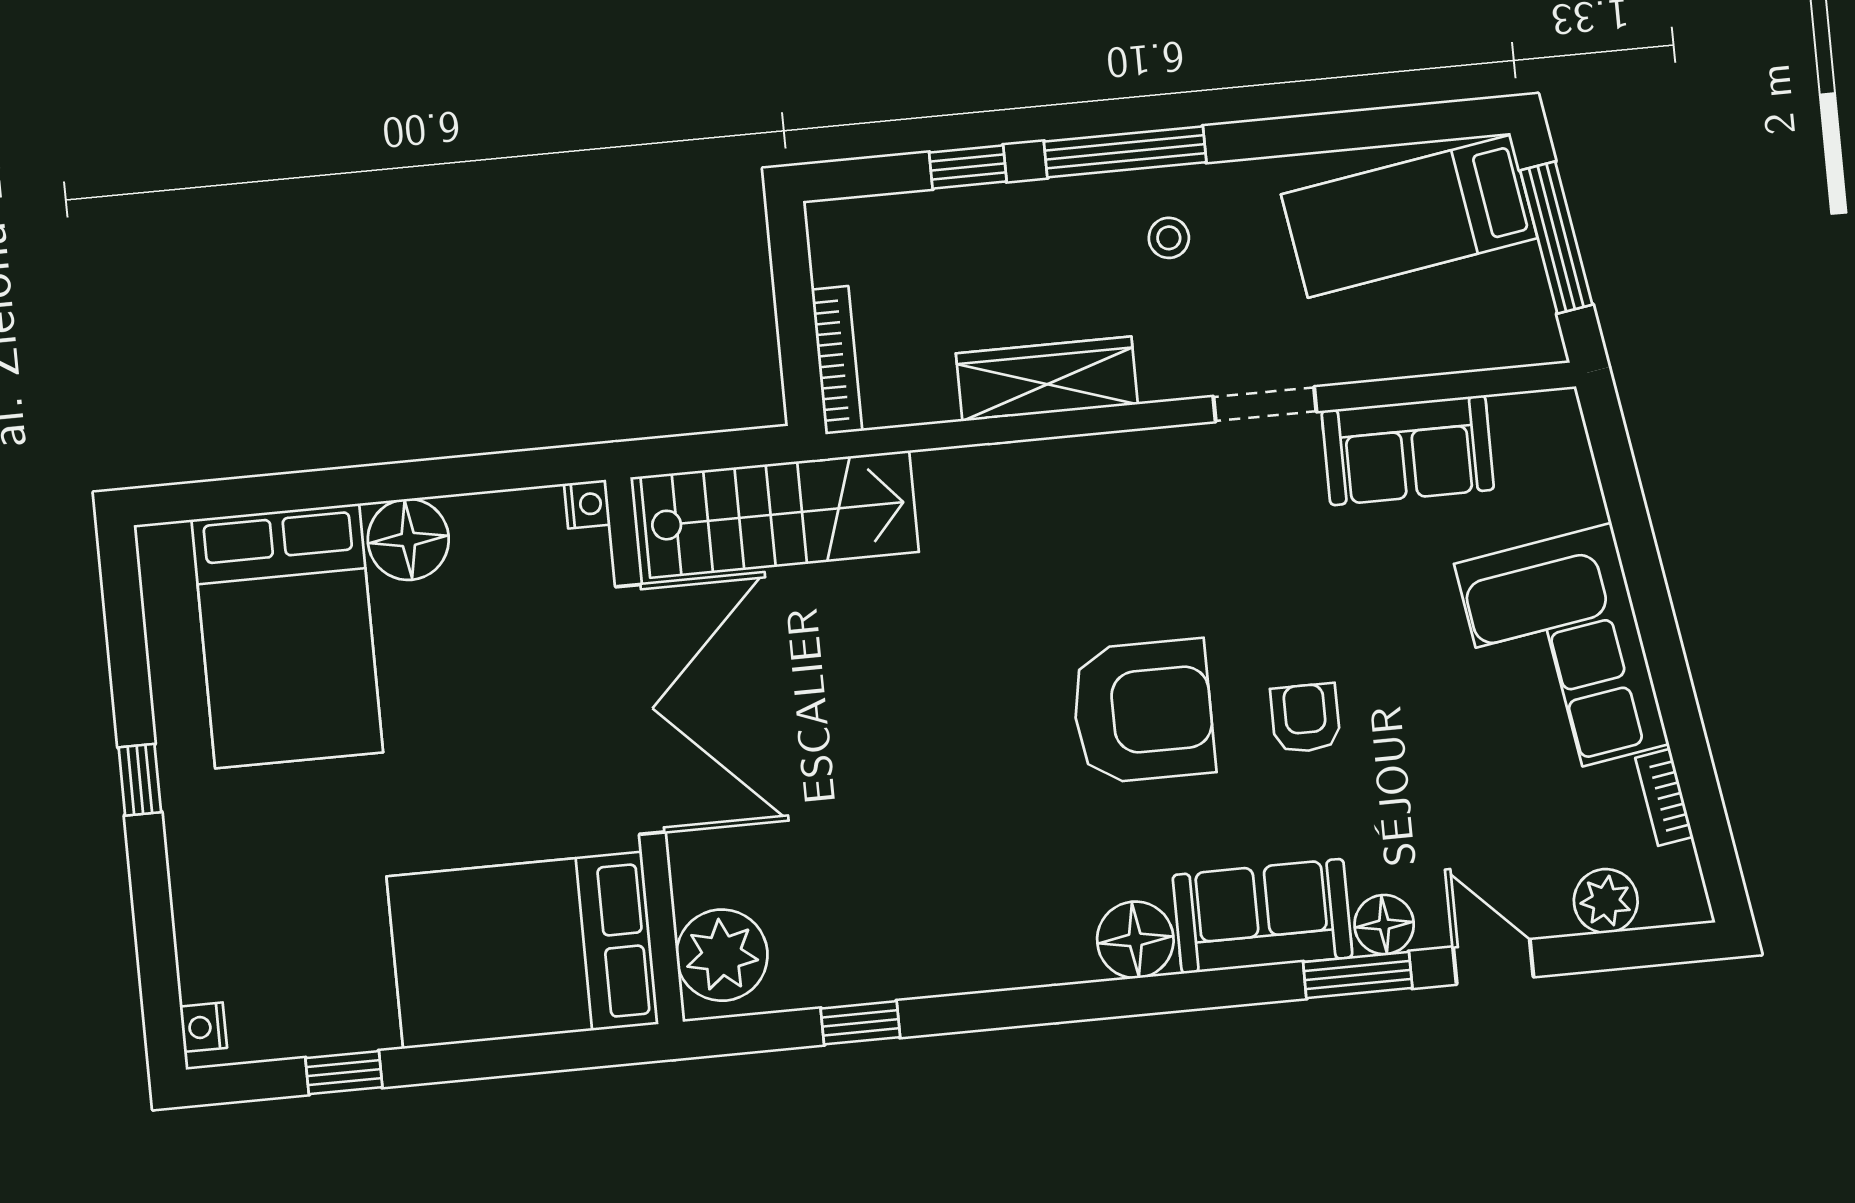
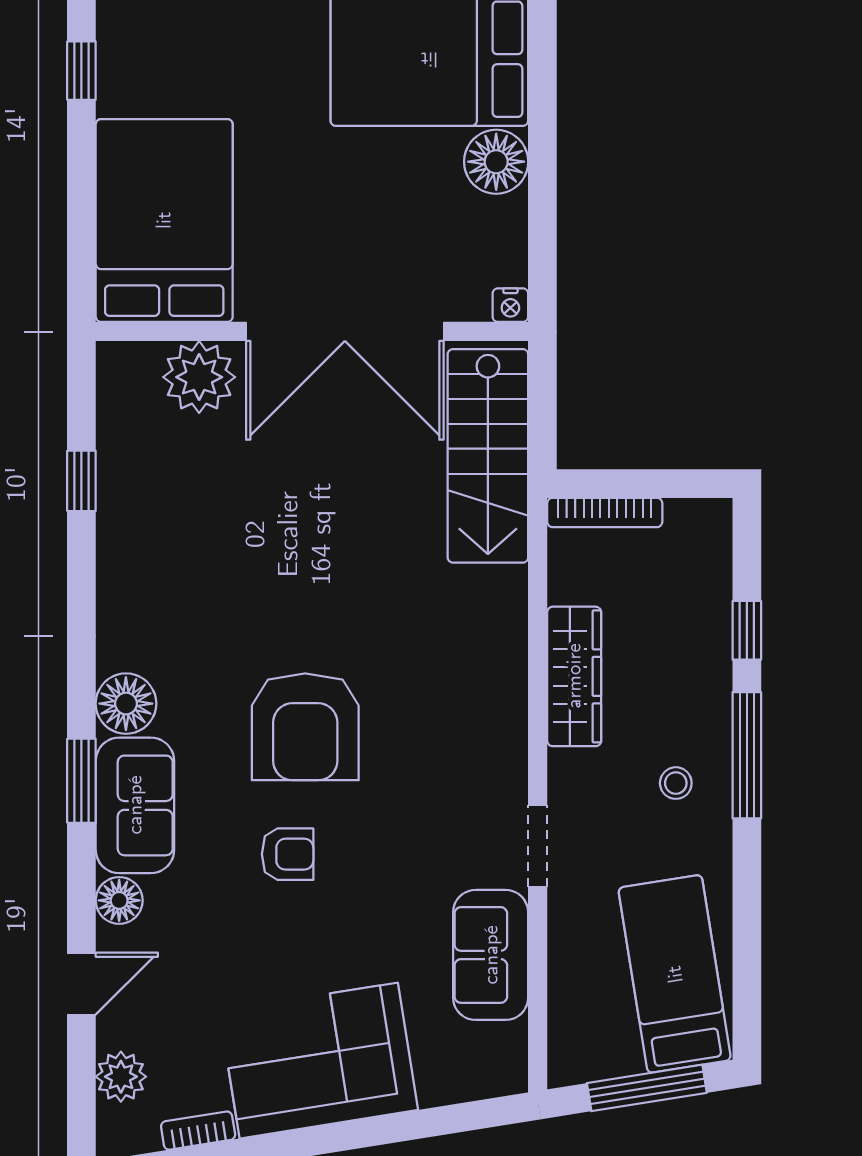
plant: (722, 955) -> (199, 377), moved
window: (1358, 975) -> (81, 781), moved

